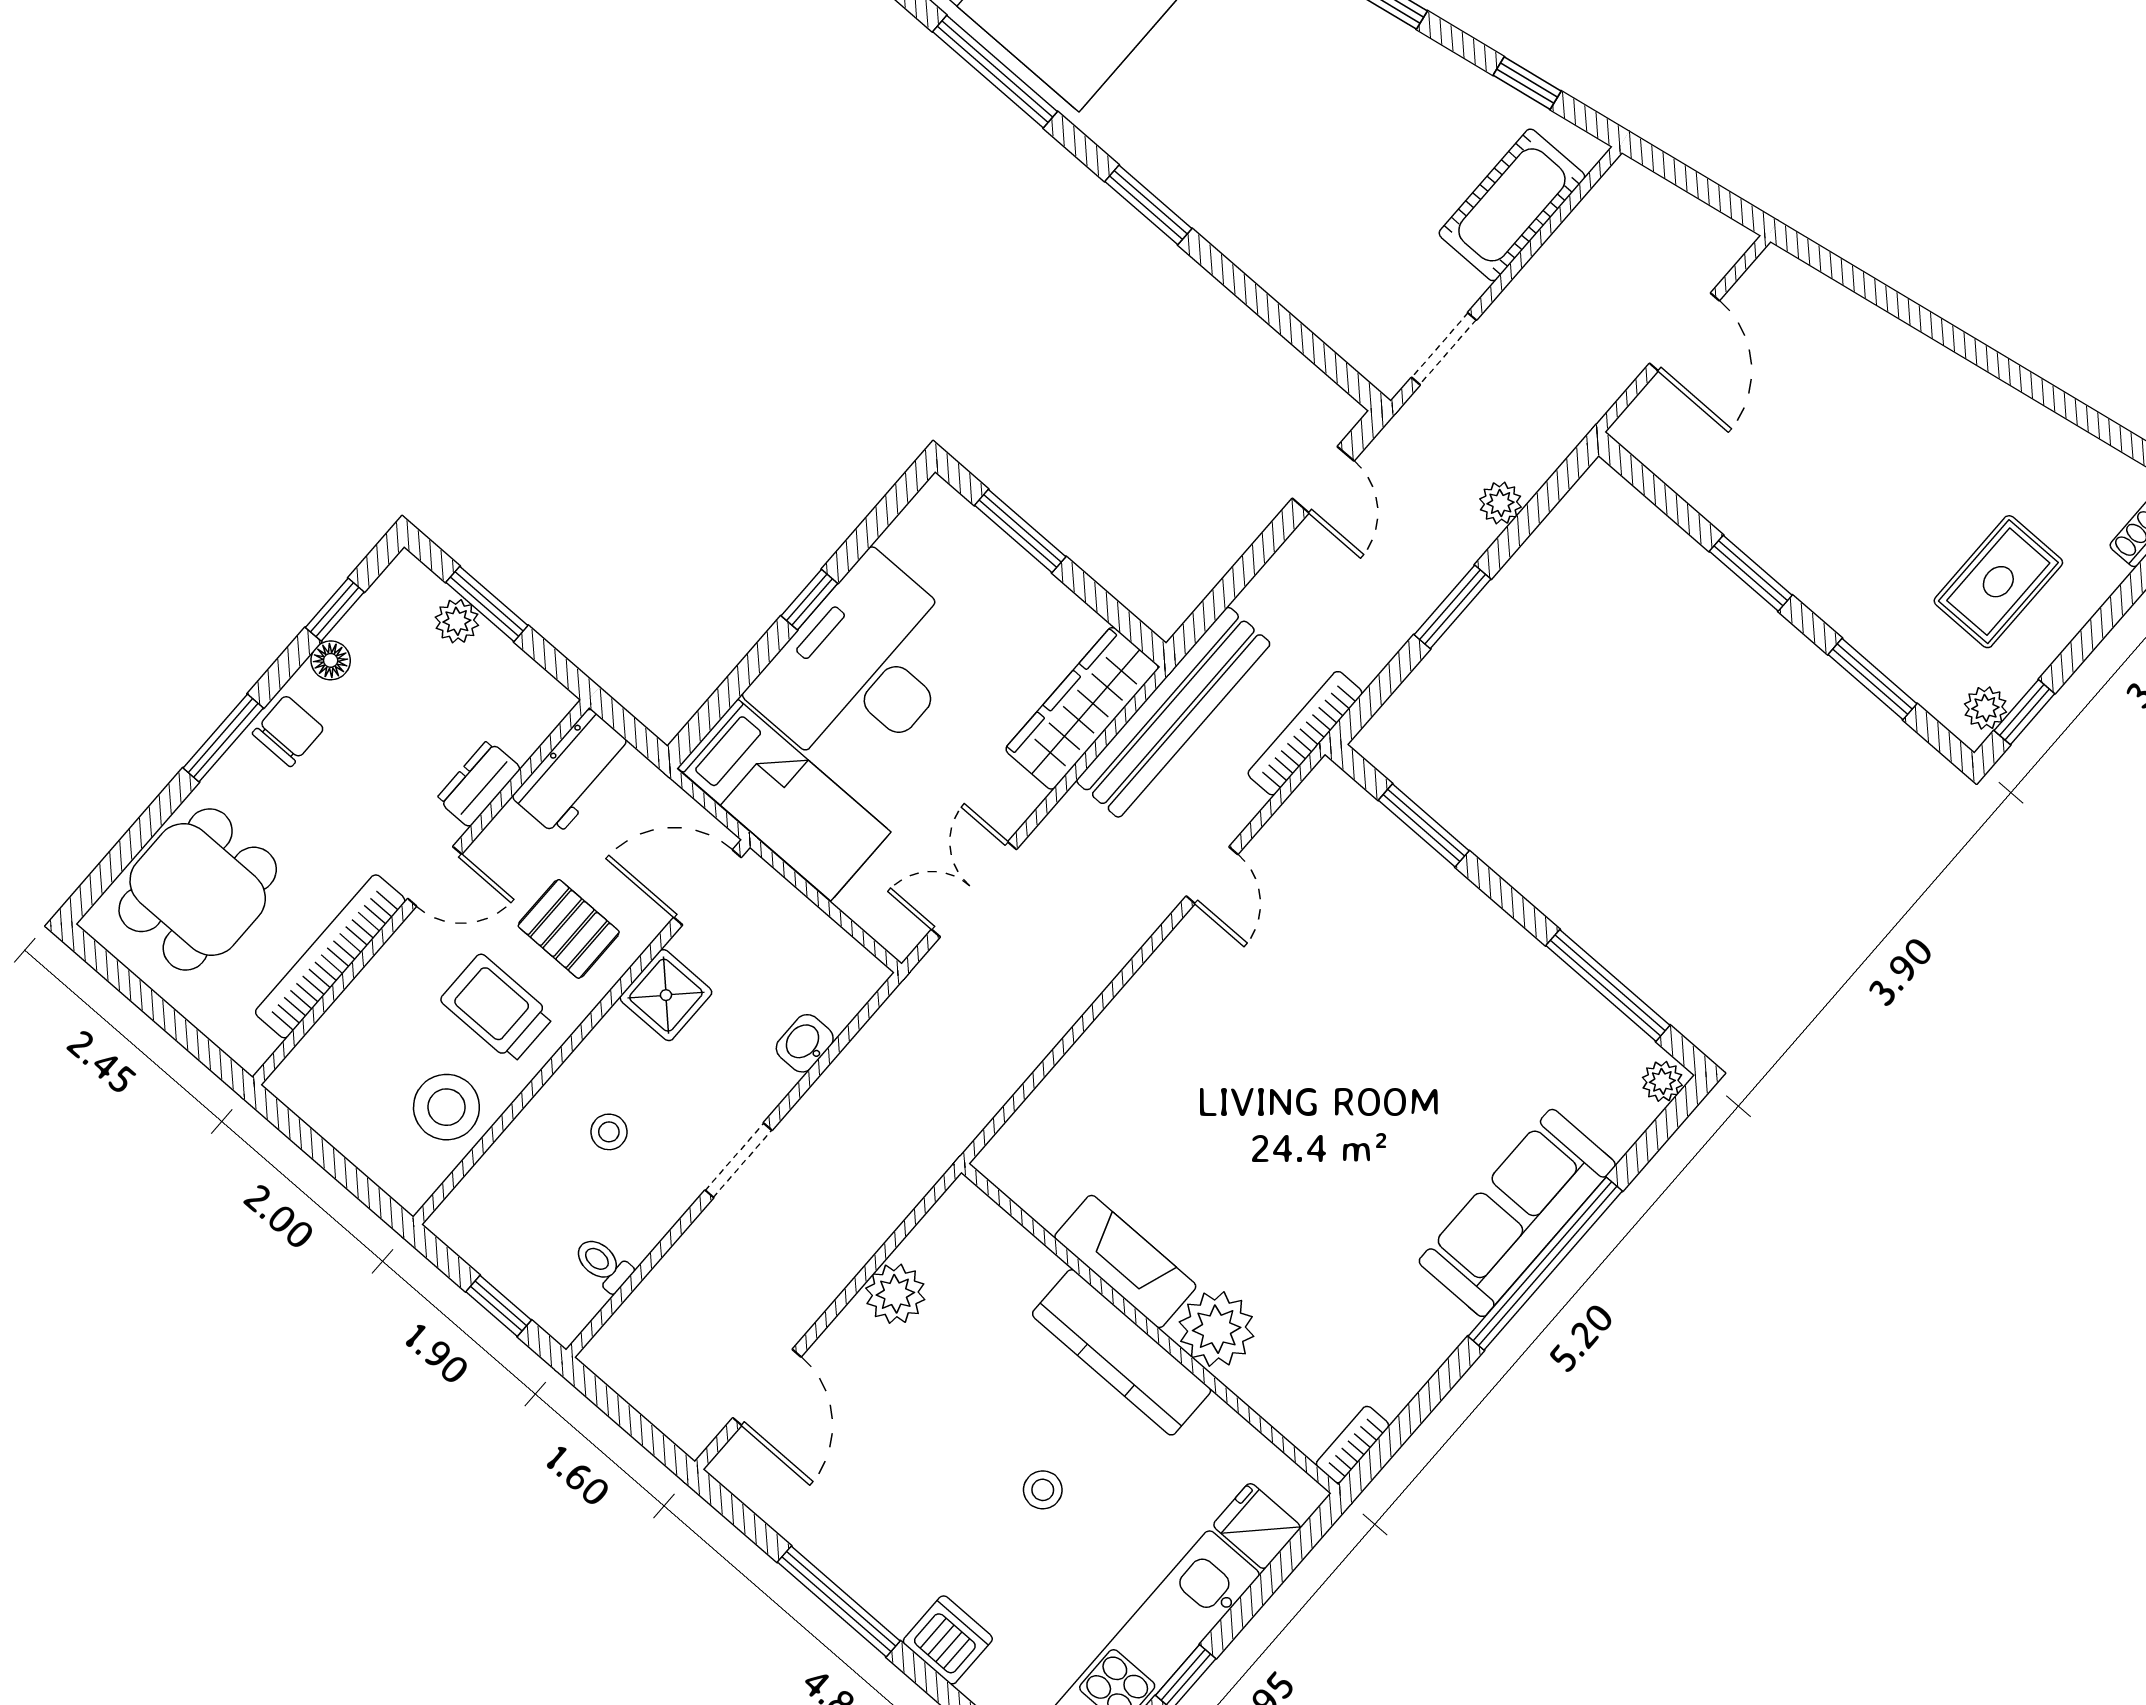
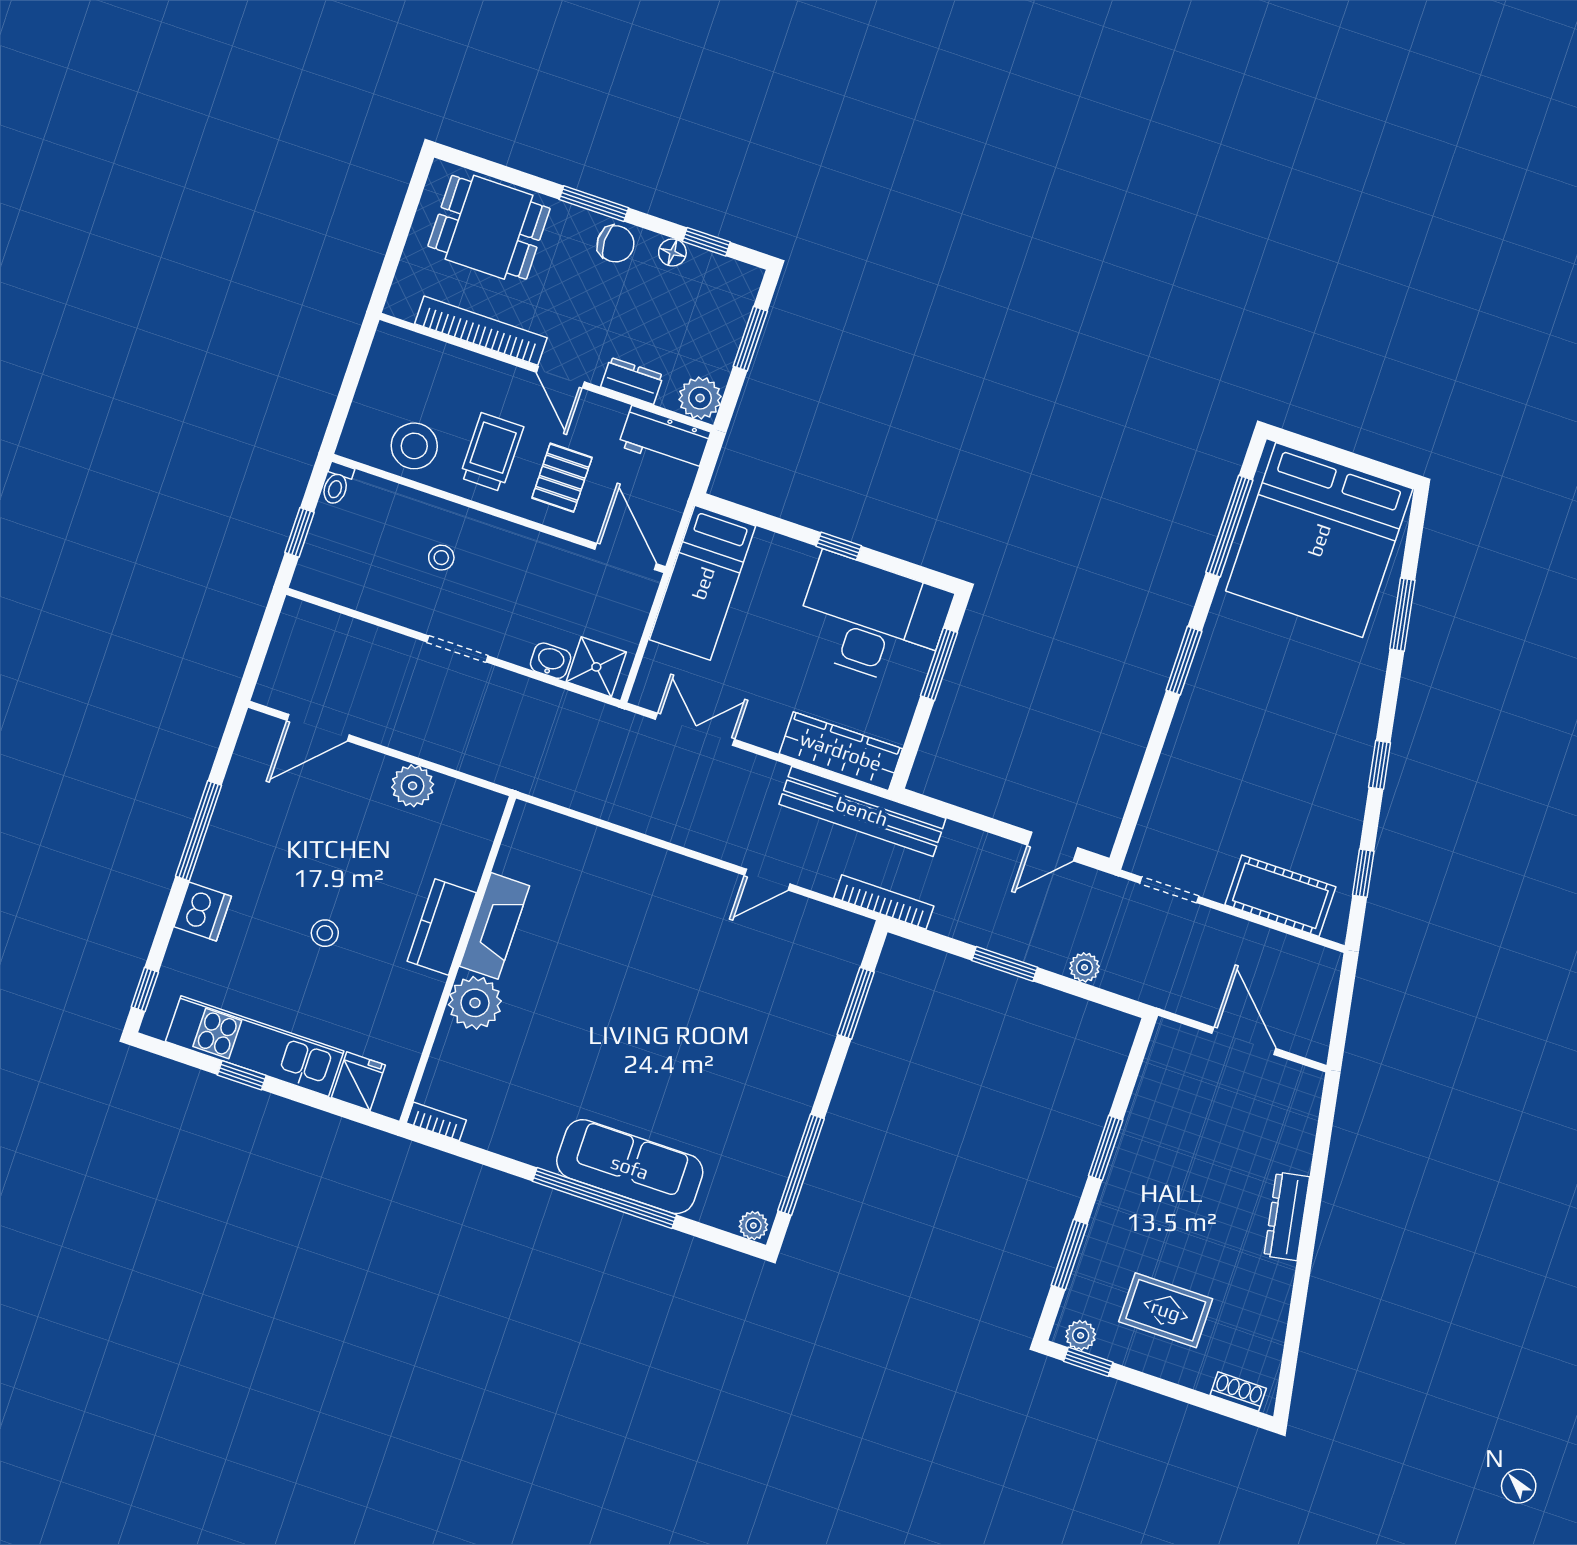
door: (1684, 332) -> (1244, 1041), swing flipped
dresser: (1940, 370) -> (1287, 1216), added
plant: (457, 621) -> (700, 398), moved, width x1.38, depth x1.38
desk: (862, 669) -> (872, 620), moved
shower: (666, 995) -> (596, 667), moved
toilet: (603, 1264) -> (337, 484), moved, turned 180
kitchen counter: (1122, 1352) -> (442, 927), width x0.67

